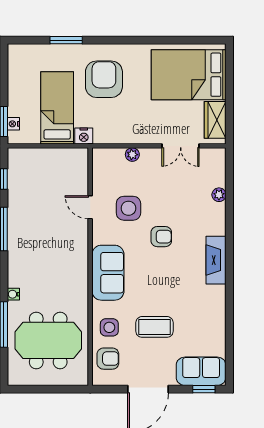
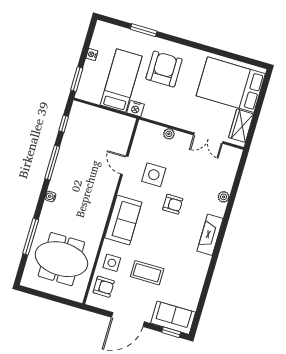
nightstand: (13, 124) -> (92, 54), moved
plant: (219, 195) -> (224, 197), moved
water cooler: (13, 294) -> (50, 196), moved

